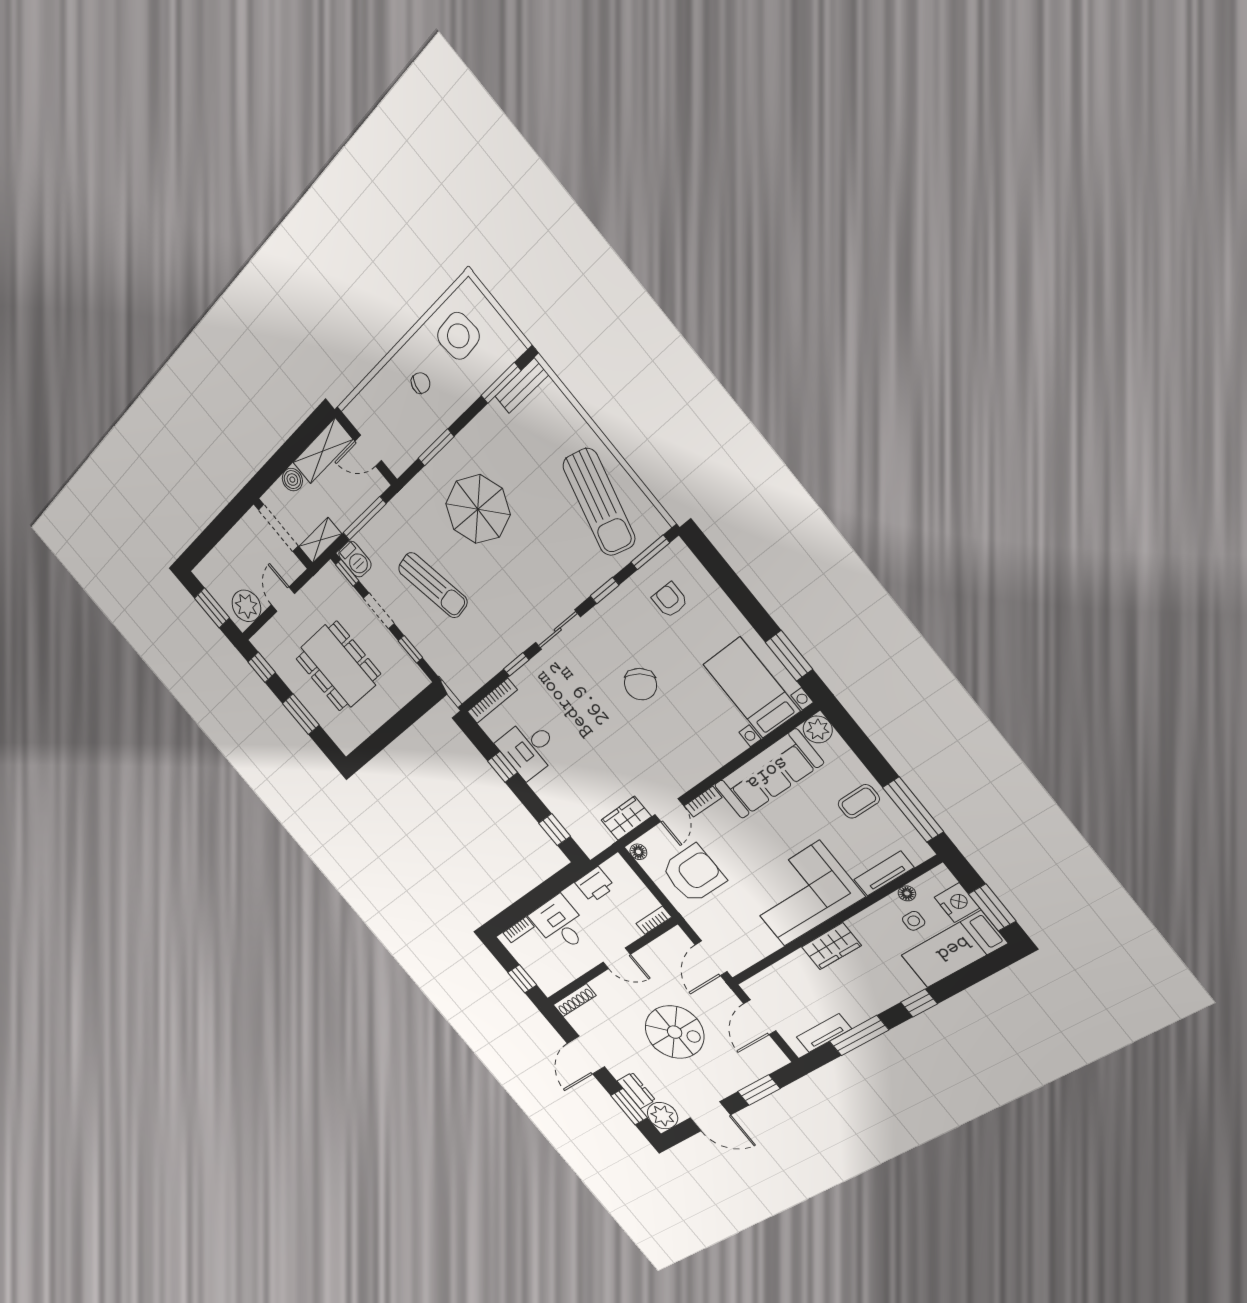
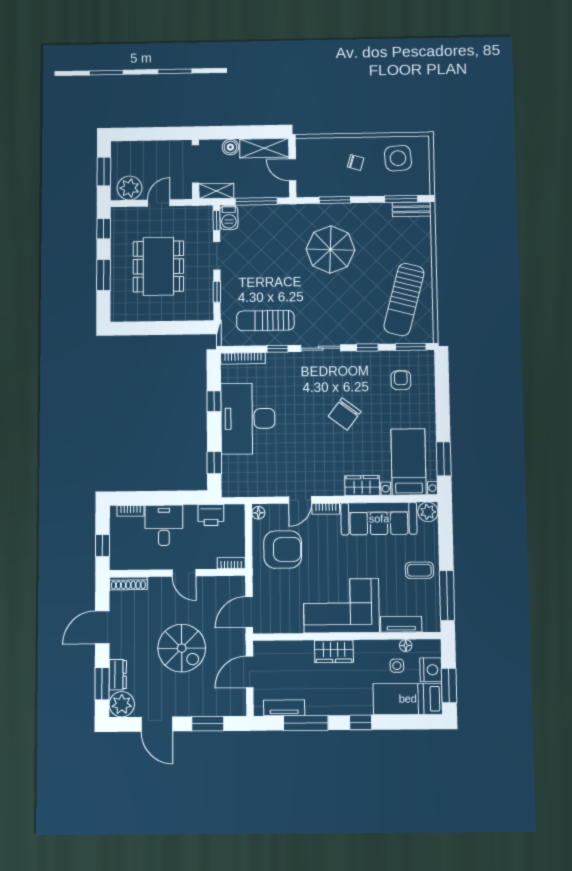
sun lounger: (433, 585) -> (265, 321), moved, turned 101
desk: (529, 748) -> (248, 419), width x1.87, depth x1.30
wardrobe: (626, 818) -> (362, 486), moved

